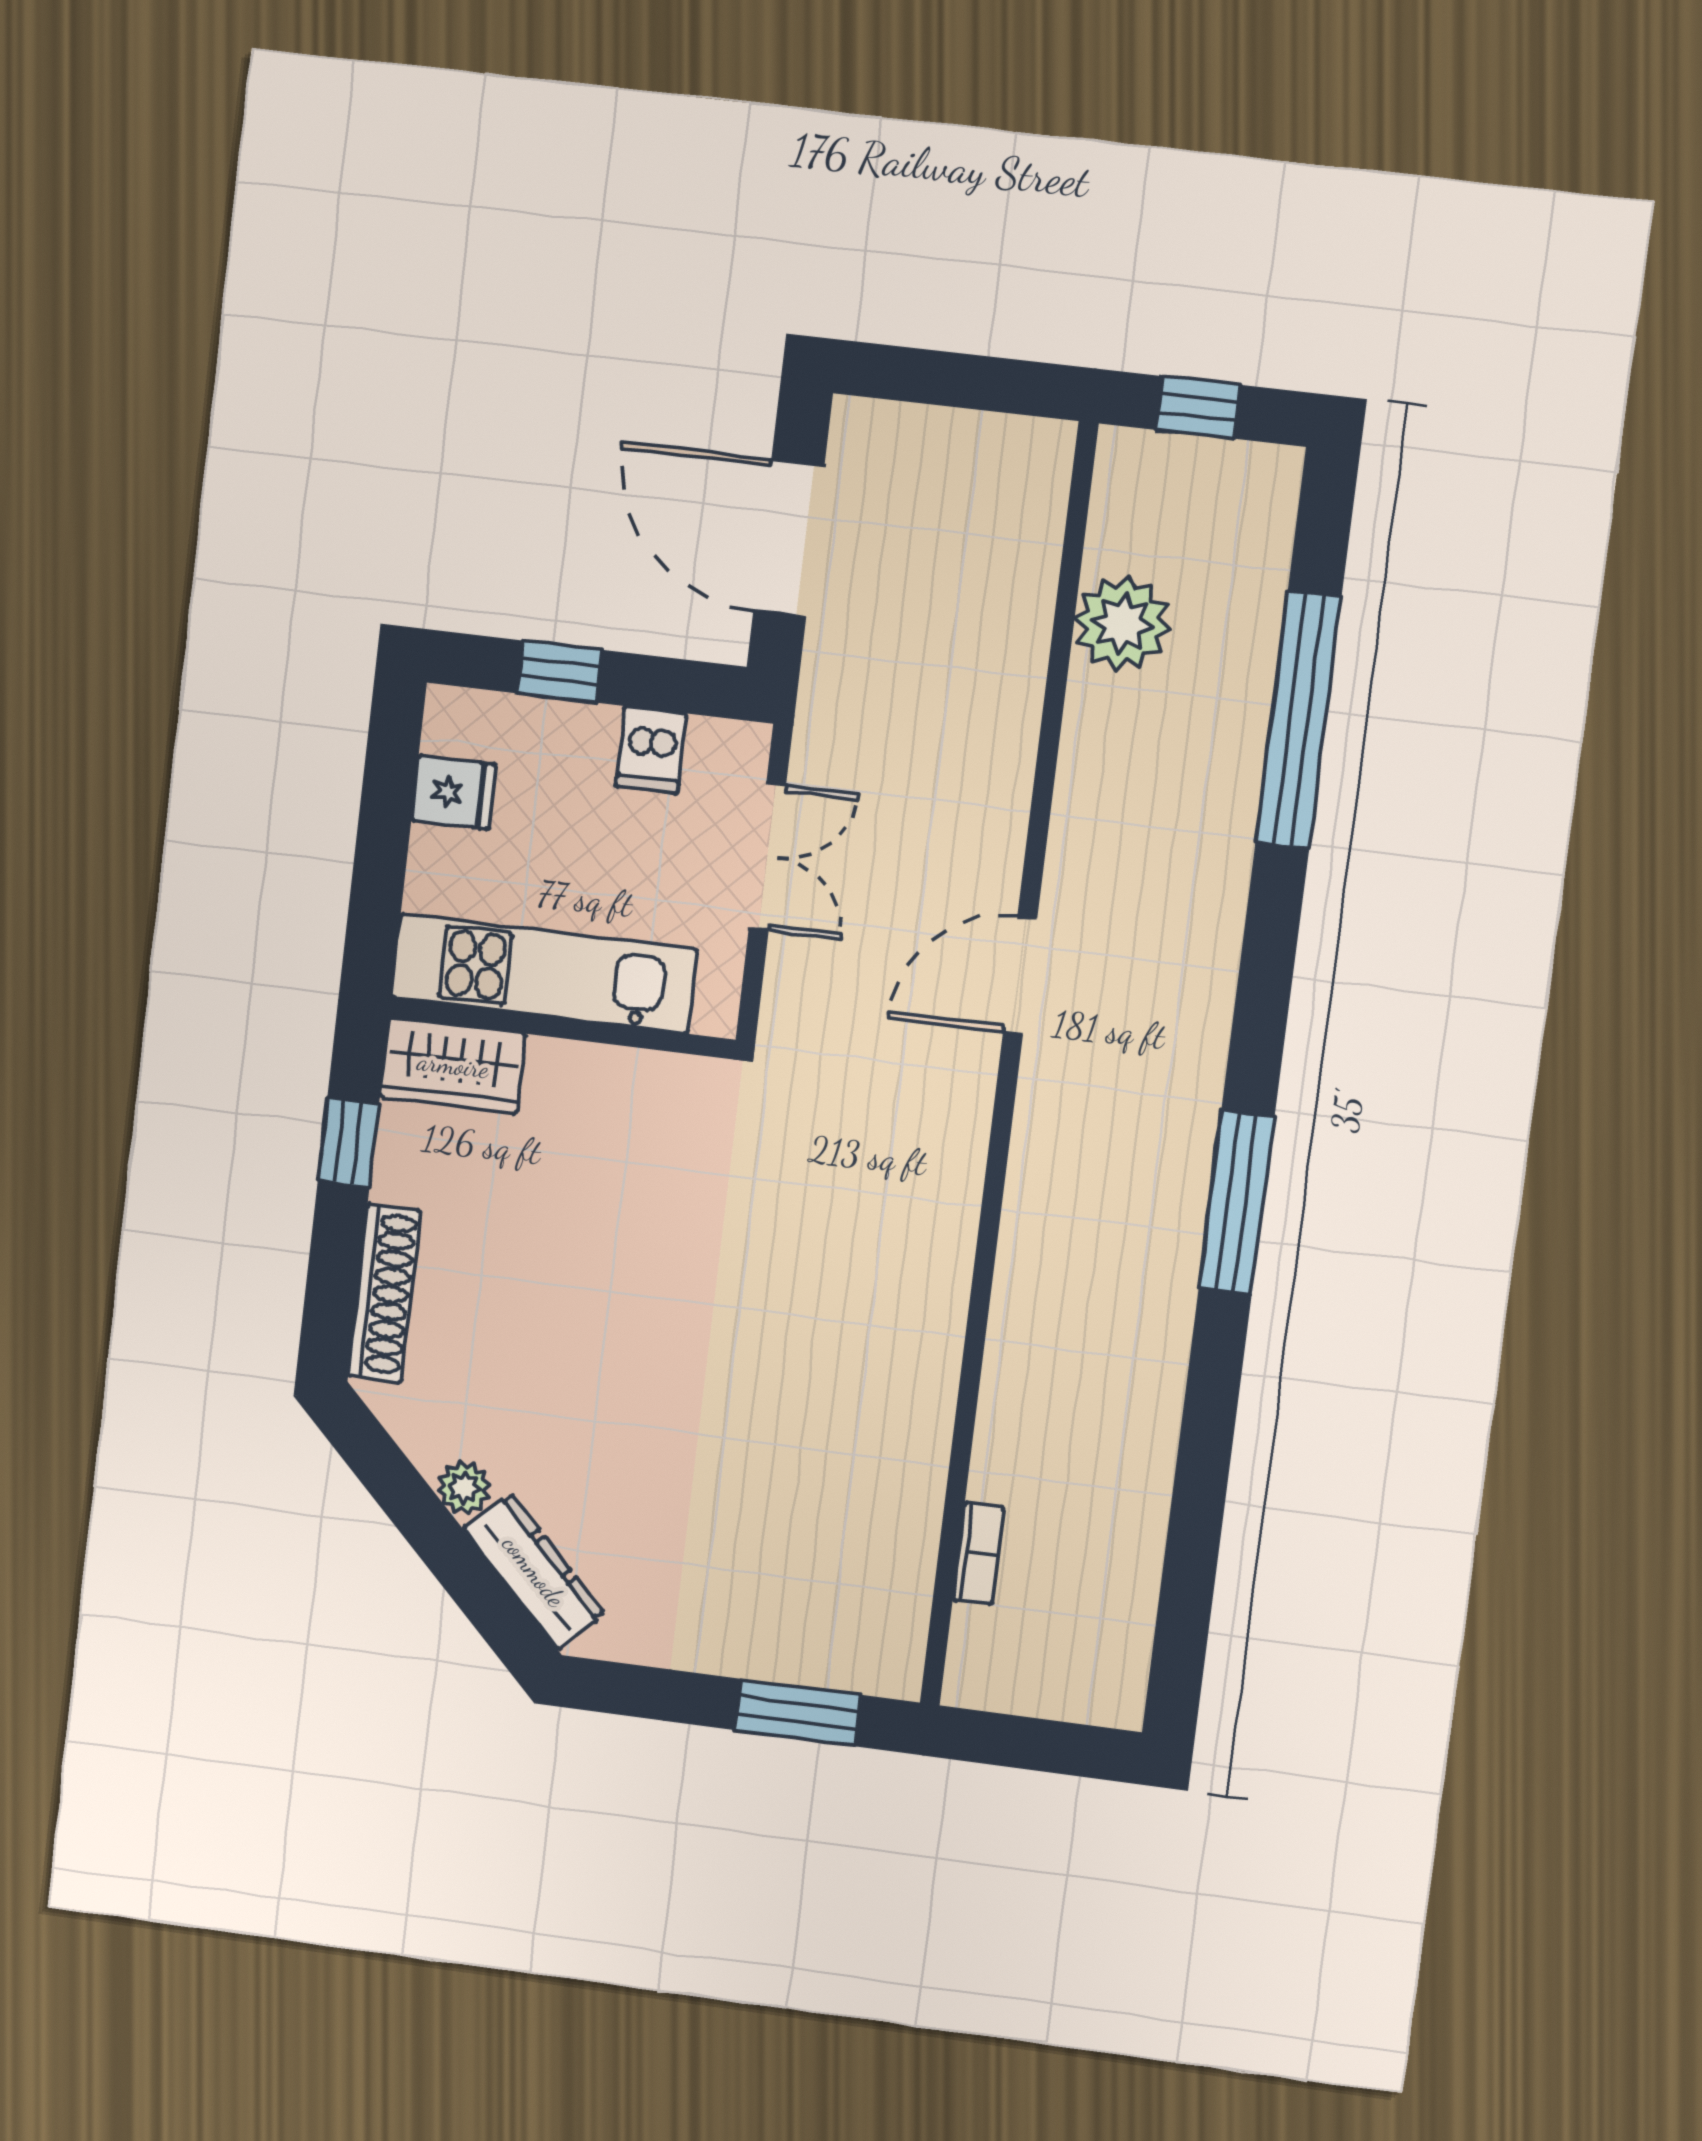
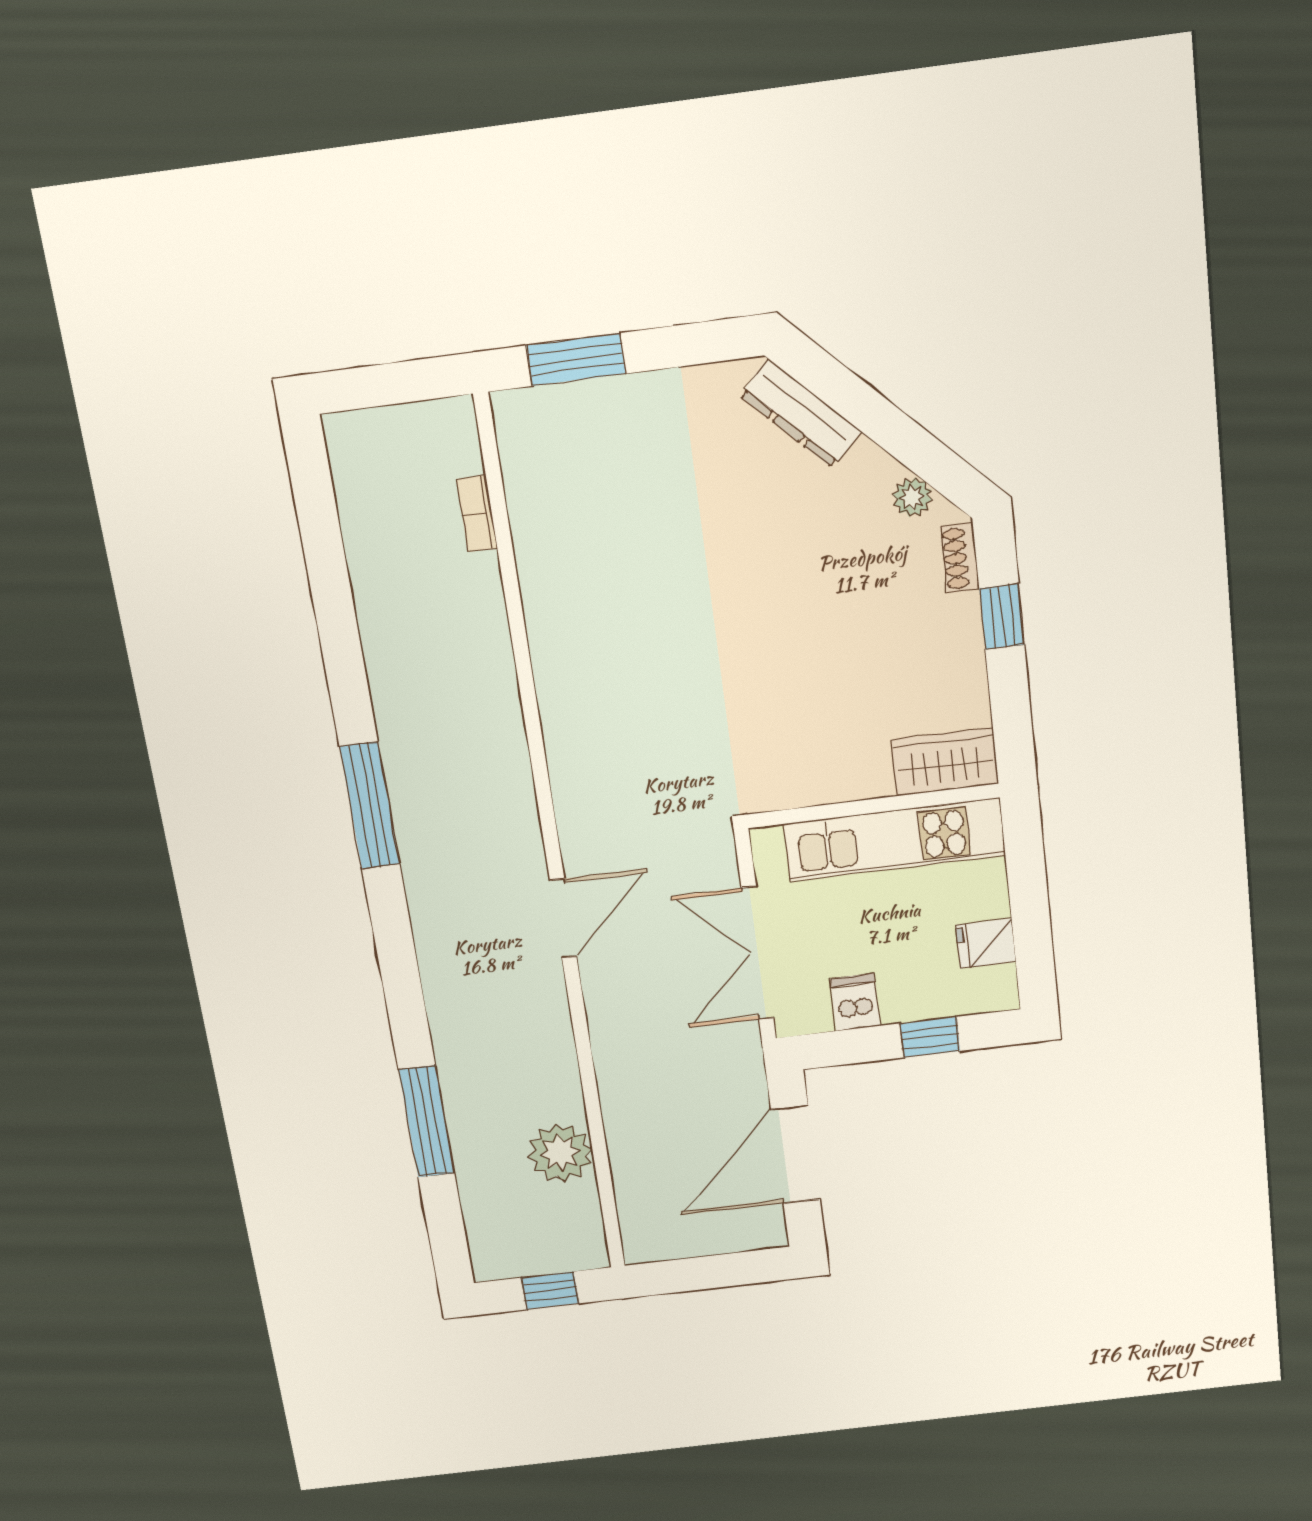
door: (789, 538) -> (796, 1154), swing flipped
window: (1298, 720) -> (427, 1122), width x0.68
double door: (767, 857) -> (758, 953), width x1.37
window: (348, 1142) -> (1002, 617), moved
shoe rack: (384, 1293) -> (960, 558), width x0.51, depth x0.81
plant: (464, 1488) -> (912, 497), moved

